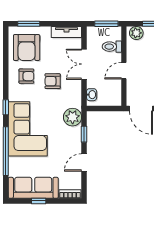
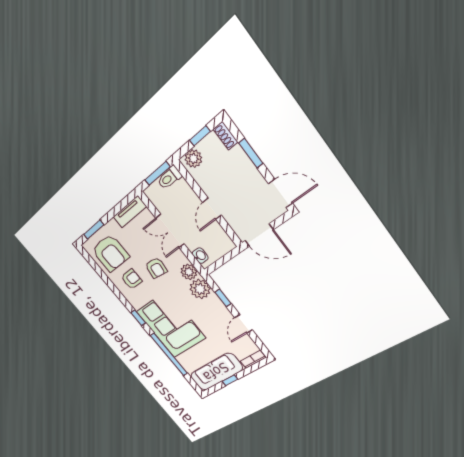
toilet: (112, 47) -> (169, 178), moved
armchair: (53, 81) -> (156, 268), turned -82
plant: (74, 100) -> (189, 272), added

